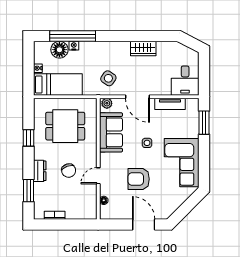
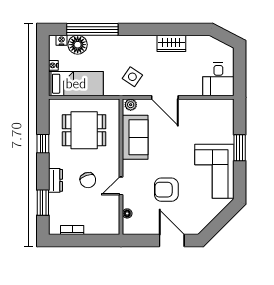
nightstand: (74, 46) -> (62, 40), moved
tv unit: (170, 104) -> (201, 105), removed
window: (204, 123) -> (240, 148), moved
side table: (147, 143) -> (176, 149), removed

